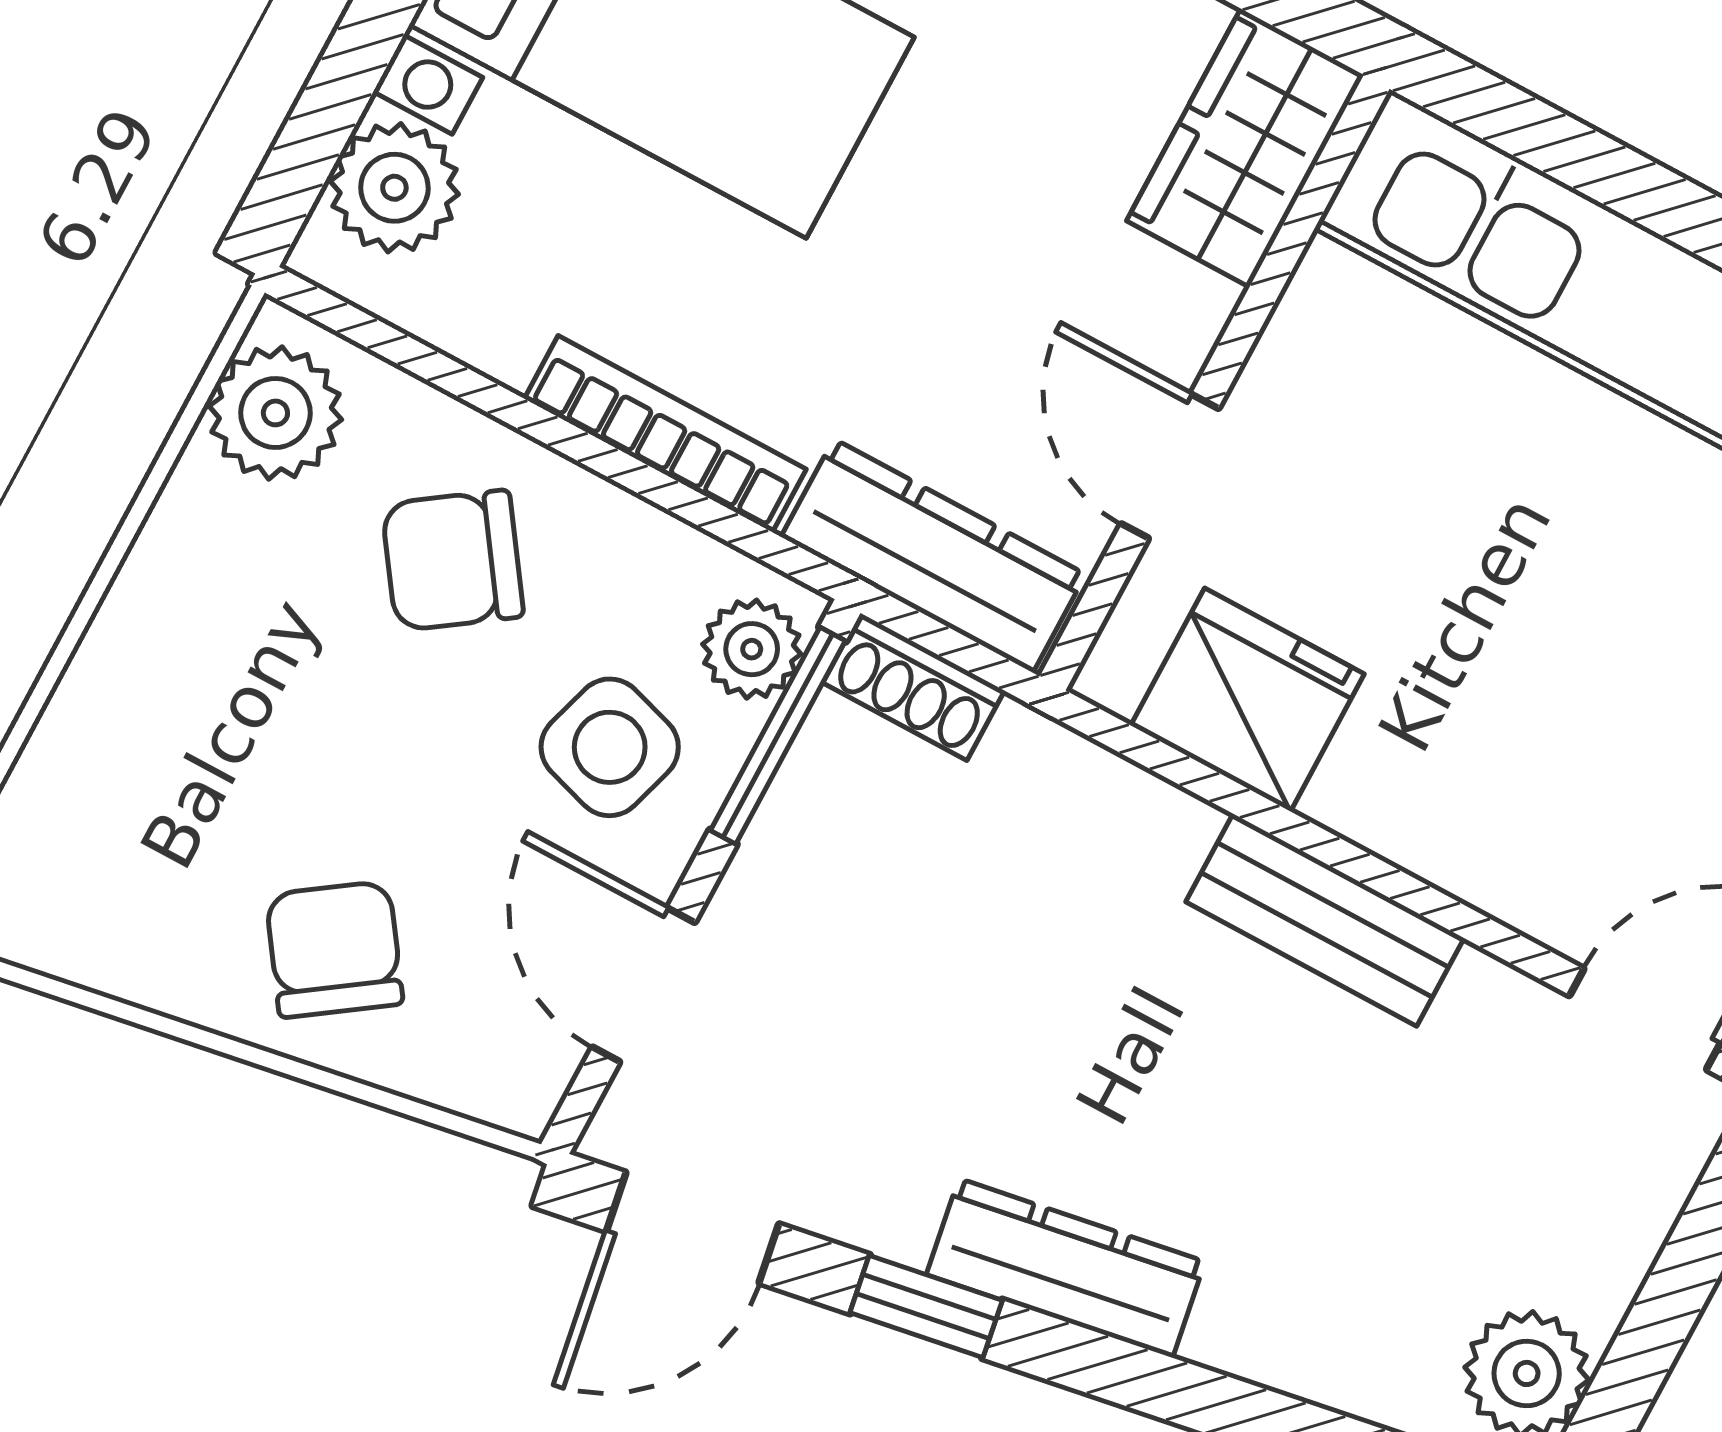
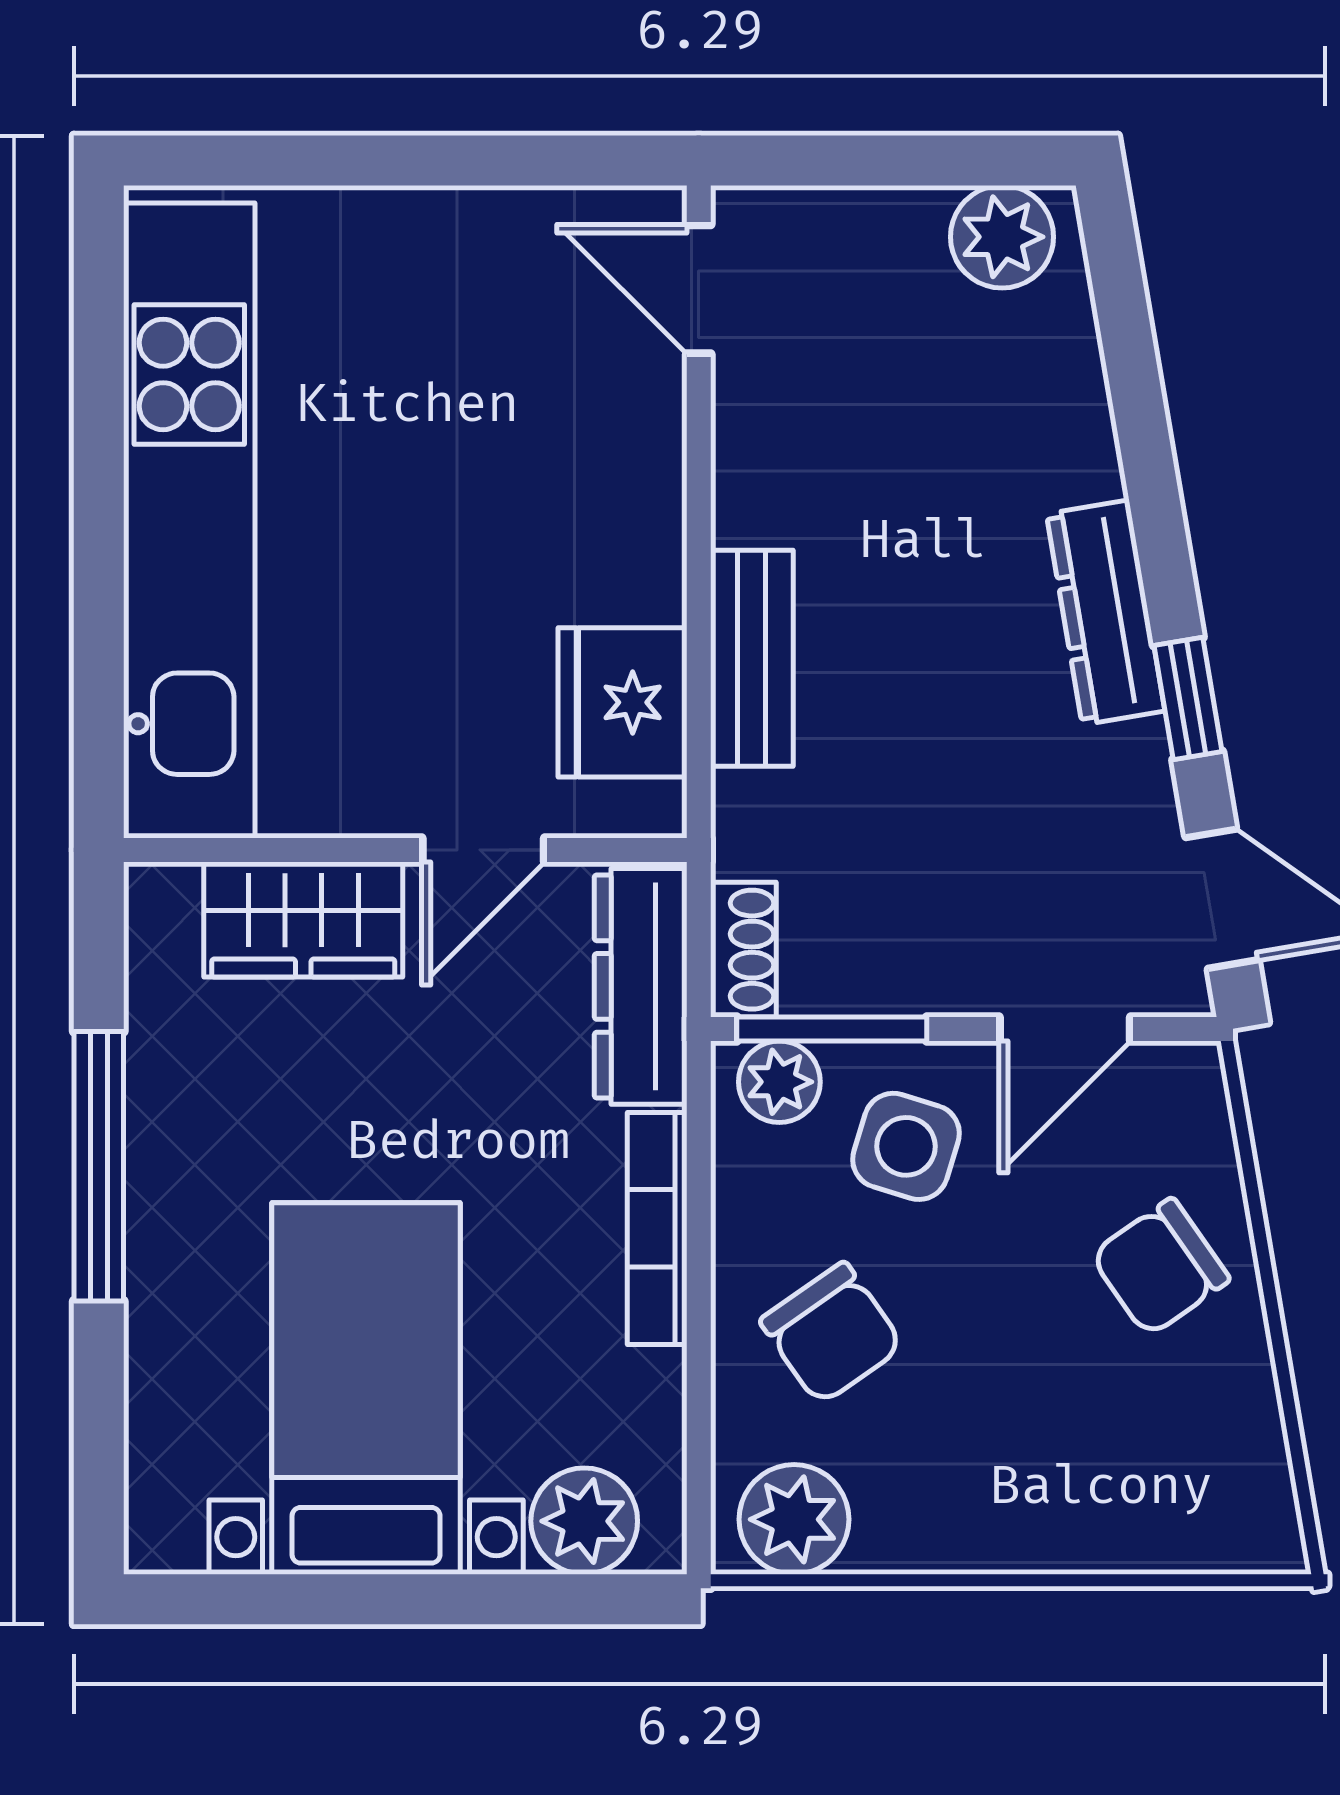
wardrobe: (1245, 148) -> (303, 920), moved
bench: (1325, 920) -> (752, 658), moved

